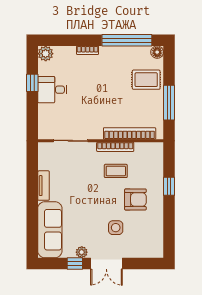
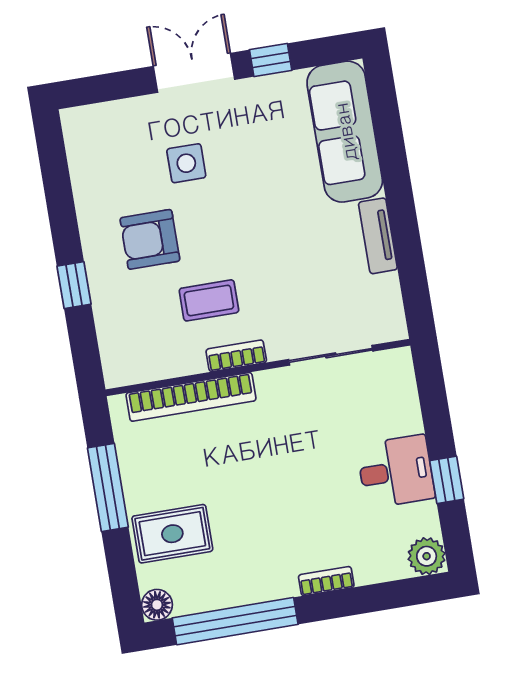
bookcase: (115, 147) -> (236, 356), width x0.64
plant: (82, 252) -> (259, 90), removed

